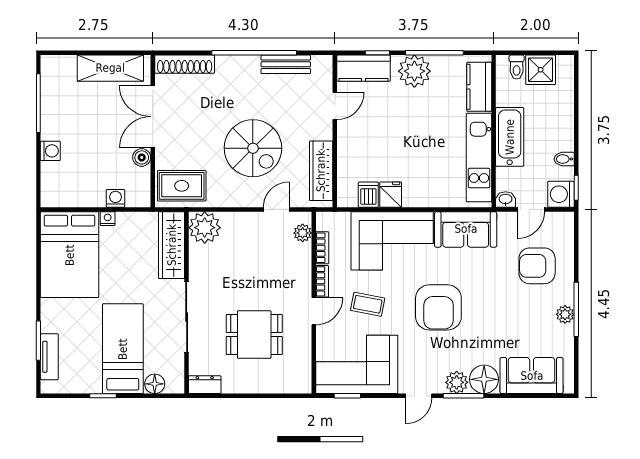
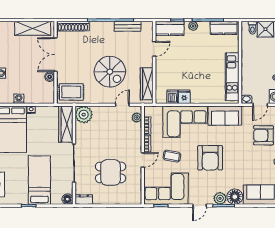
plant: (414, 71) -> (193, 26), width x0.53, depth x0.53
kitchen counter: (479, 87) -> (224, 28), moved, turned -90
bathtub: (510, 137) -> (249, 66), removed
washing machine: (115, 198) -> (19, 99), moved
floor lamp: (155, 384) -> (67, 199), moved

